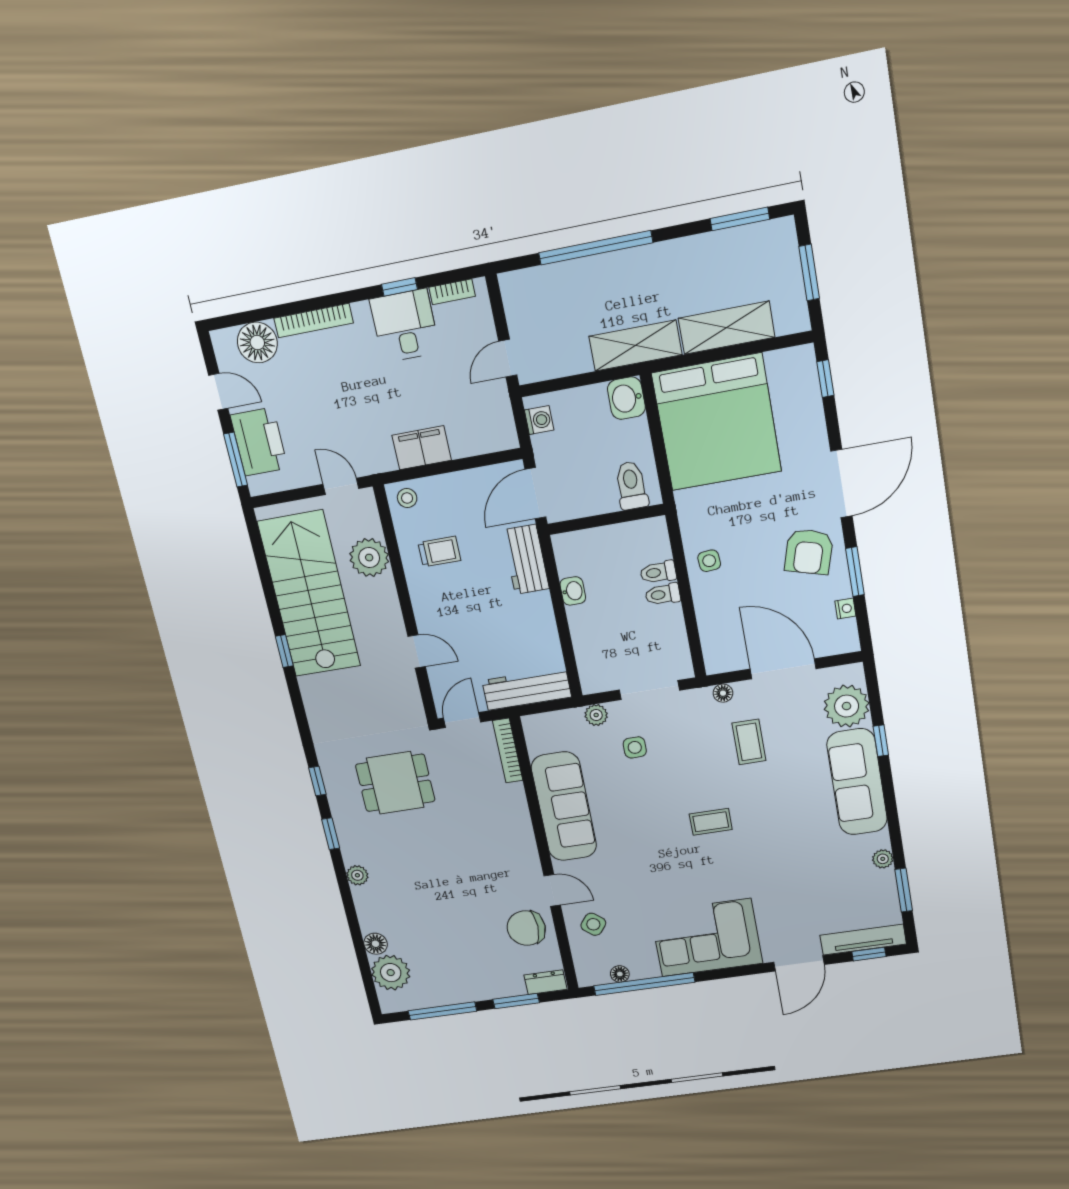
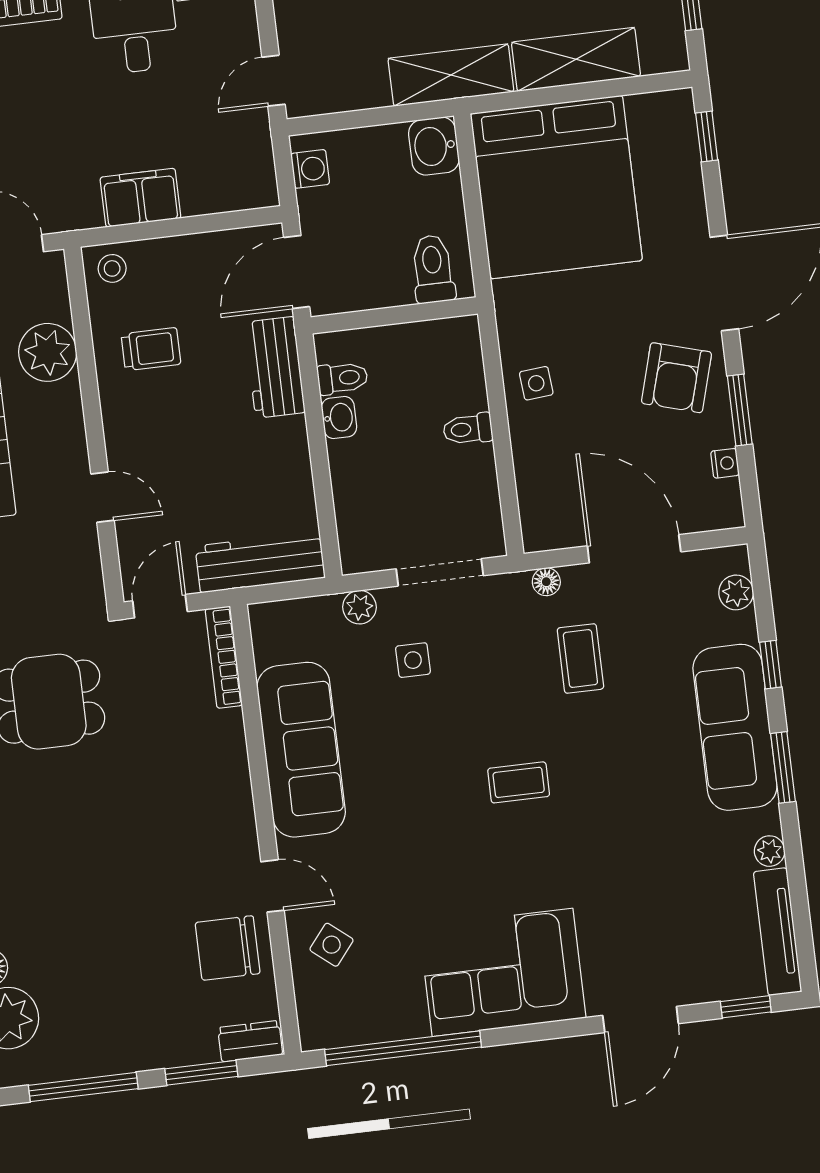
toilet: (658, 572) -> (342, 378), moved, turned 180
plant: (847, 706) -> (736, 592), width x0.53, depth x0.53
window: (904, 890) -> (783, 767), moved
tv unit: (863, 940) -> (778, 932), moved, turned -90
floor lamp: (620, 974) -> (366, 1030), removed

